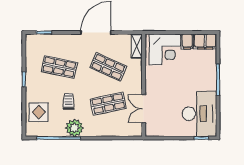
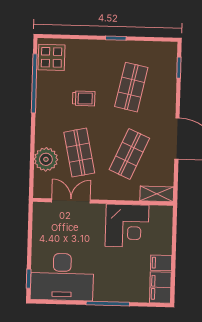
corner desk: (165, 50) -> (127, 226), moved, turned -90
display table: (39, 112) -> (51, 57), moved
plant: (74, 128) -> (46, 159), moved

